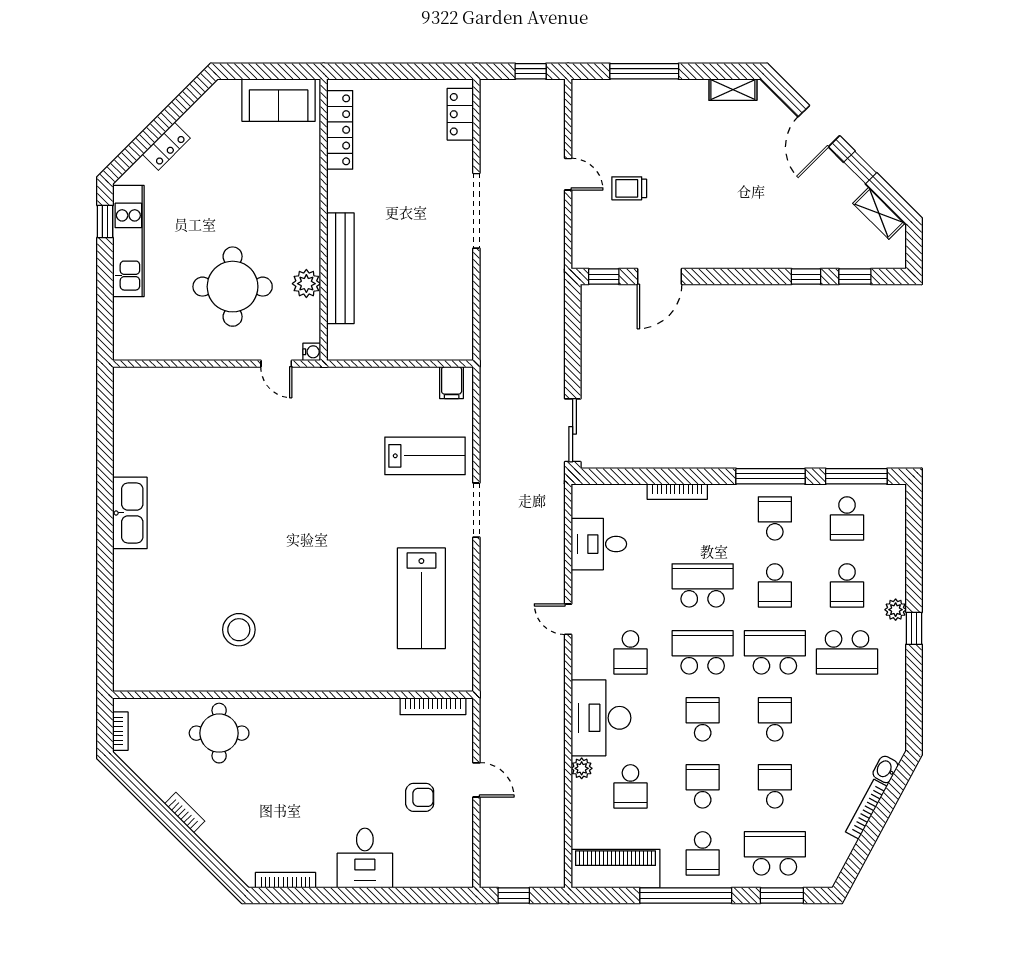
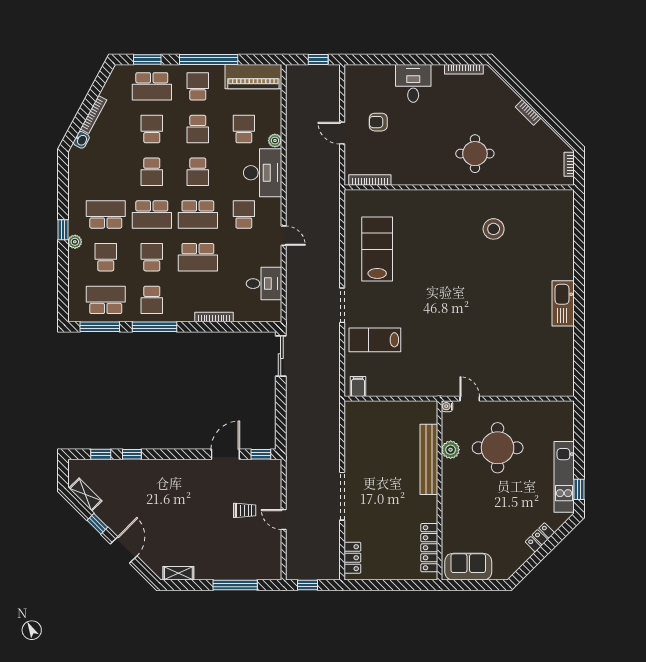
school desk: (847, 518) -> (106, 300), width x1.85
round table: (219, 733) -> (475, 154), moved
school desk: (775, 786) -> (152, 129), turned 180

